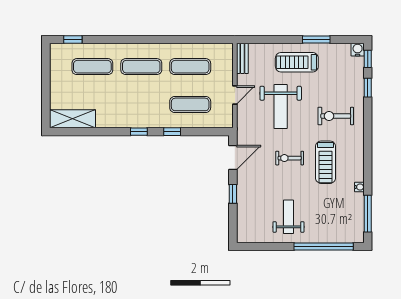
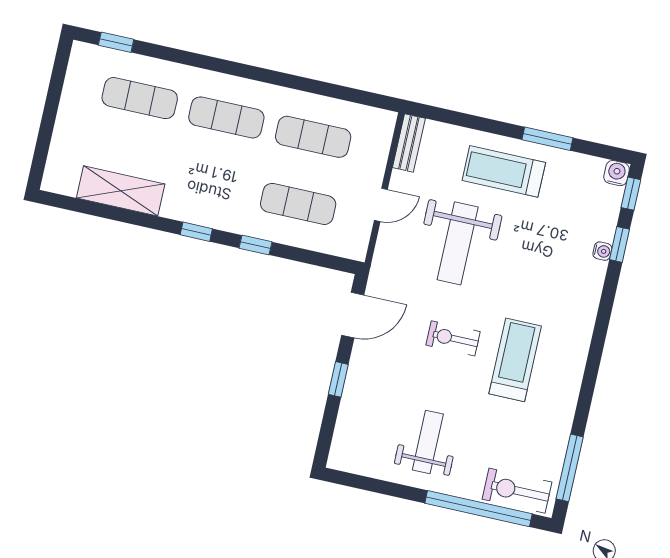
exercise bike: (336, 116) -> (517, 491), moved
shelving: (72, 119) -> (121, 191), moved
treadmill: (326, 162) -> (515, 360), turned 180
water cooler: (359, 187) -> (602, 251), moved

